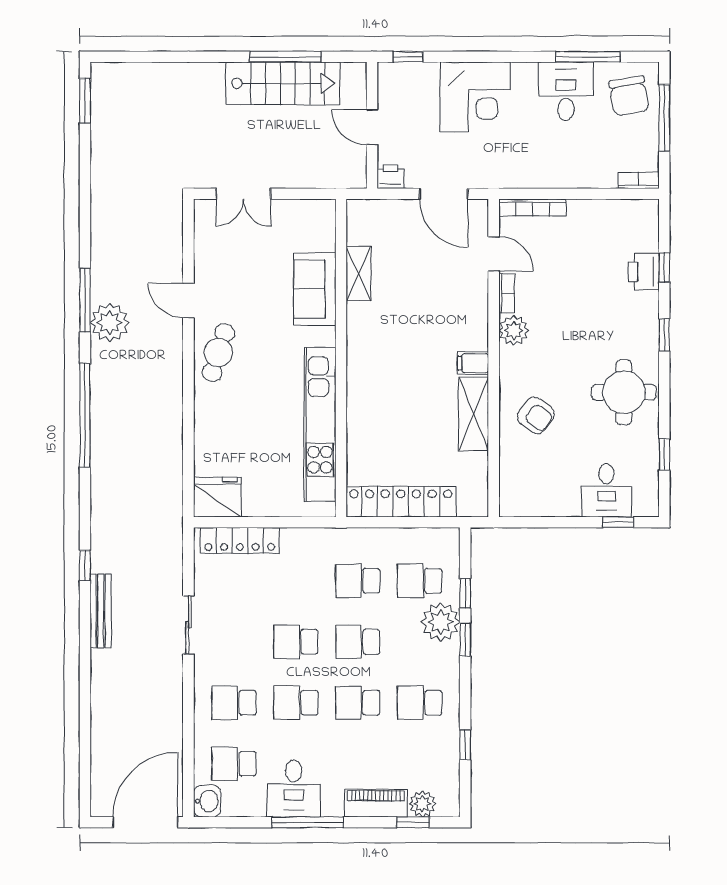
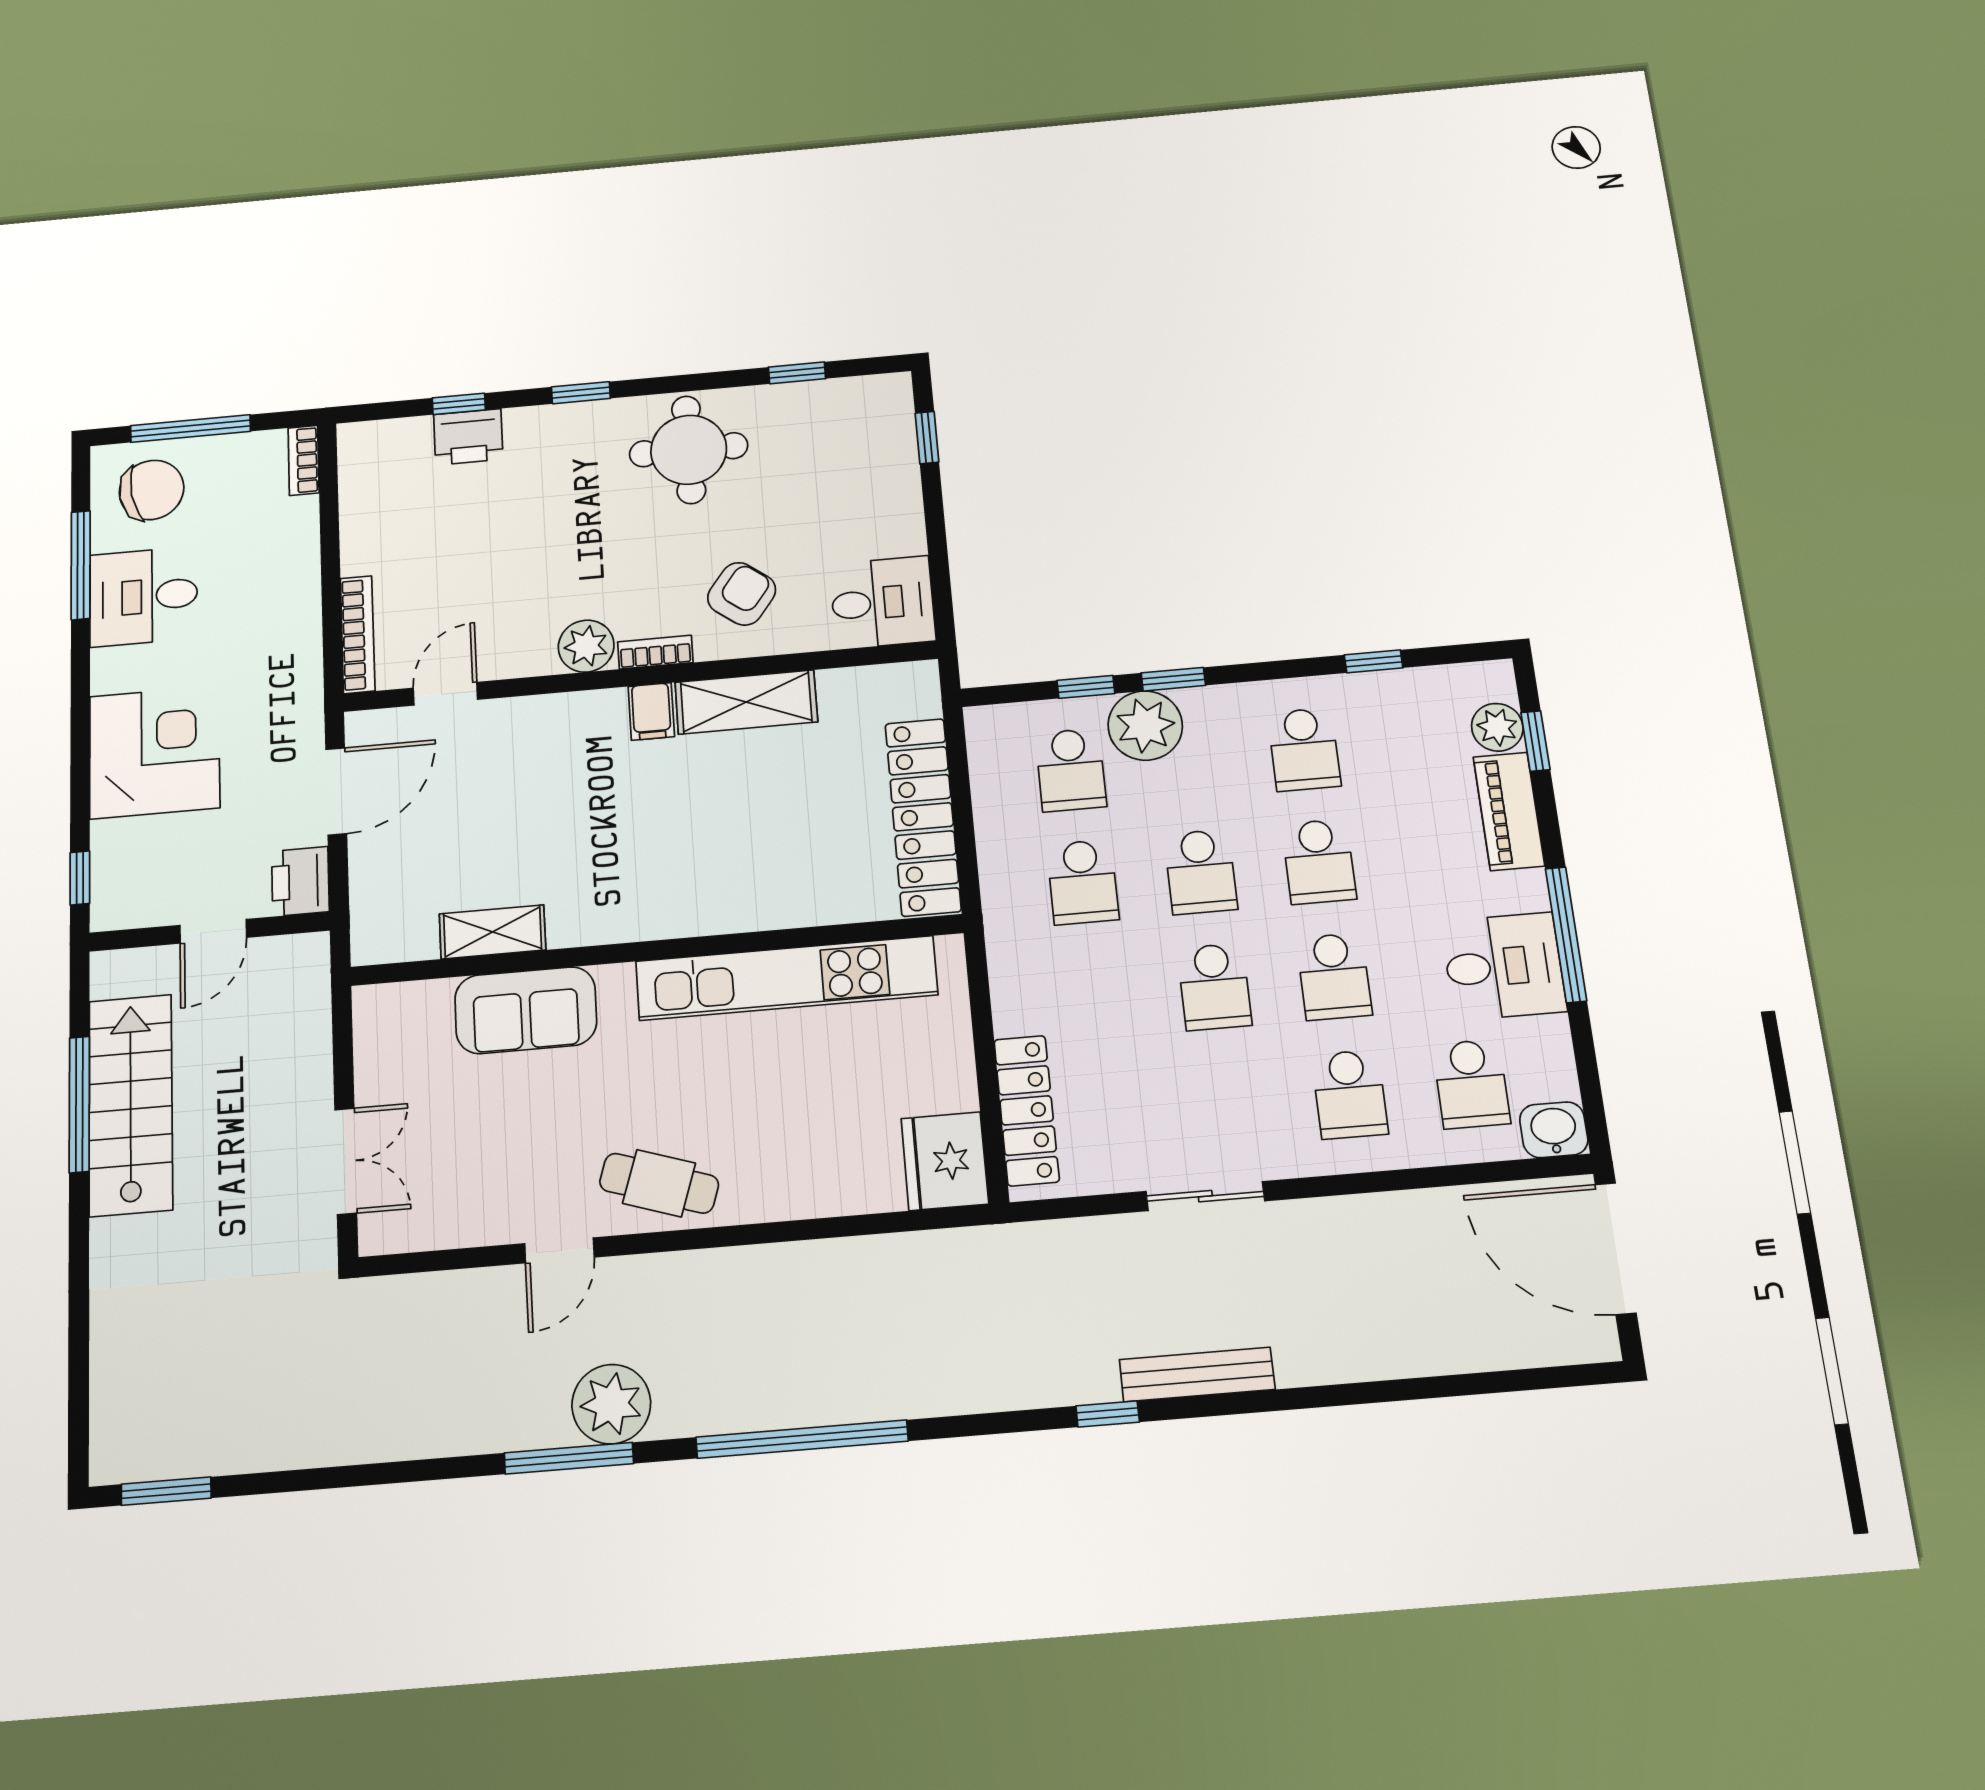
printer: (390, 177) -> (300, 881), width x1.36, depth x1.24
bookcase: (507, 294) -> (655, 652), moved
desk: (606, 490) -> (882, 602), moved

